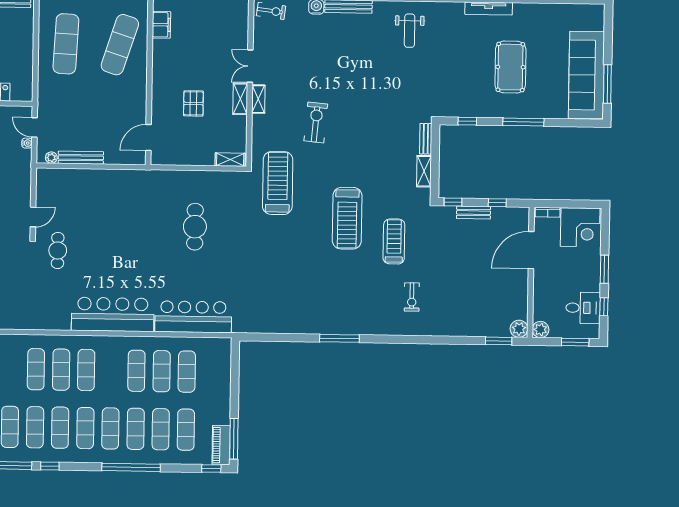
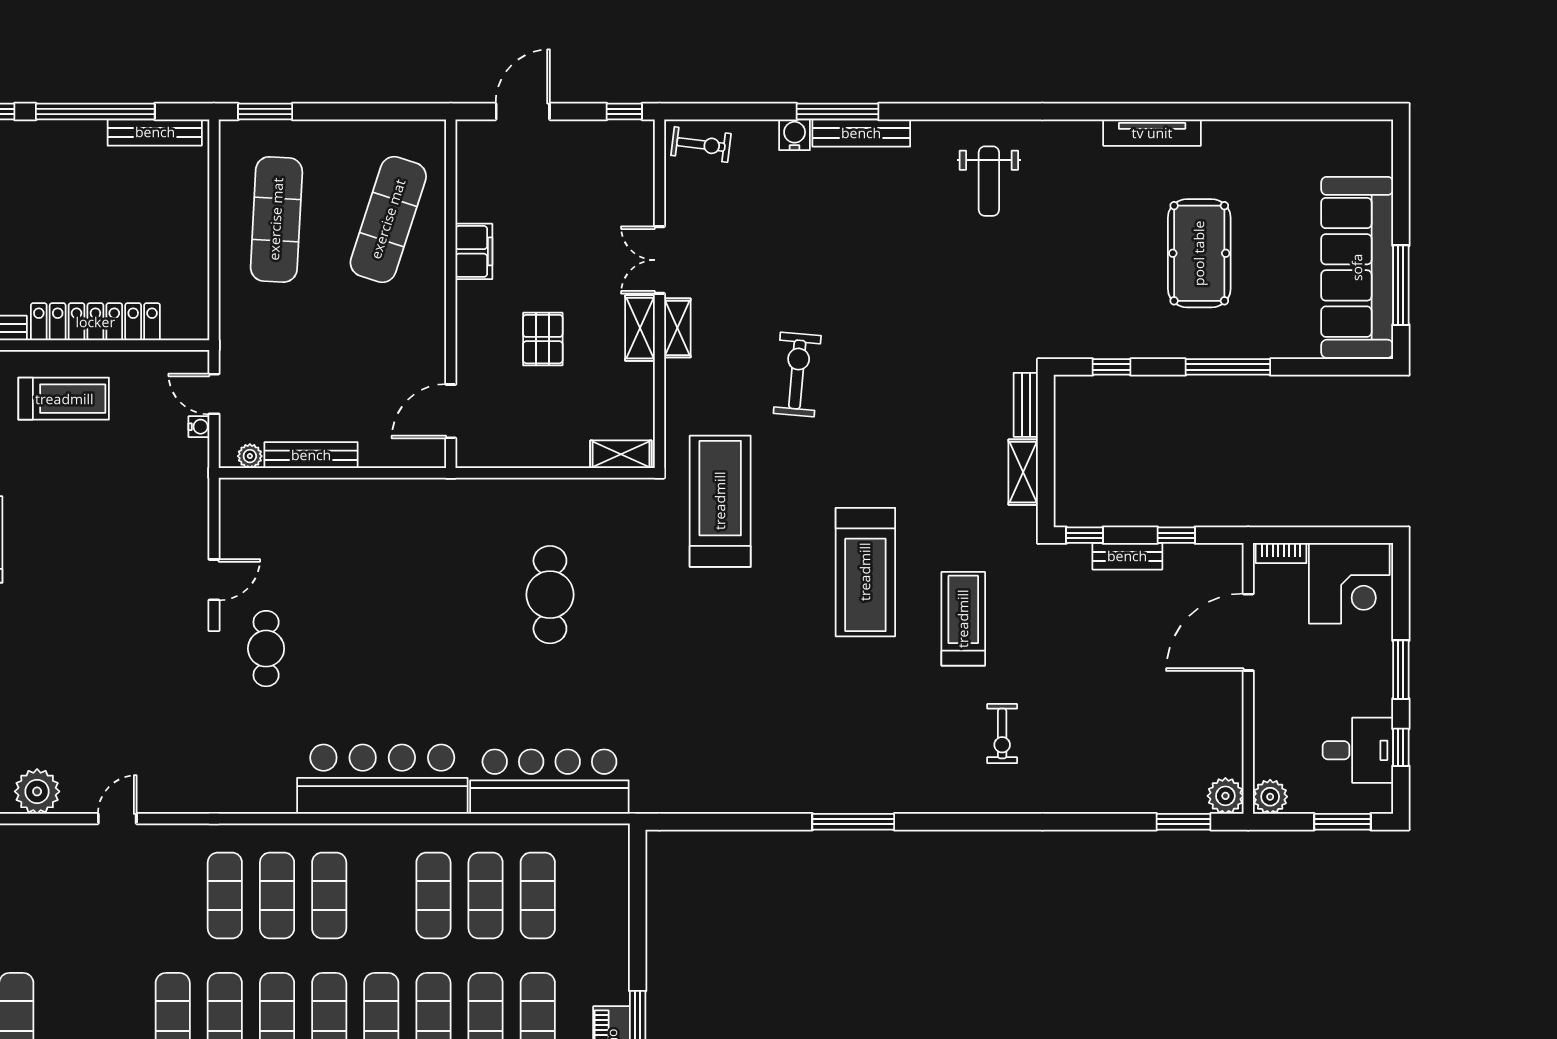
filing cabinet: (161, 25) -> (474, 251), moved

